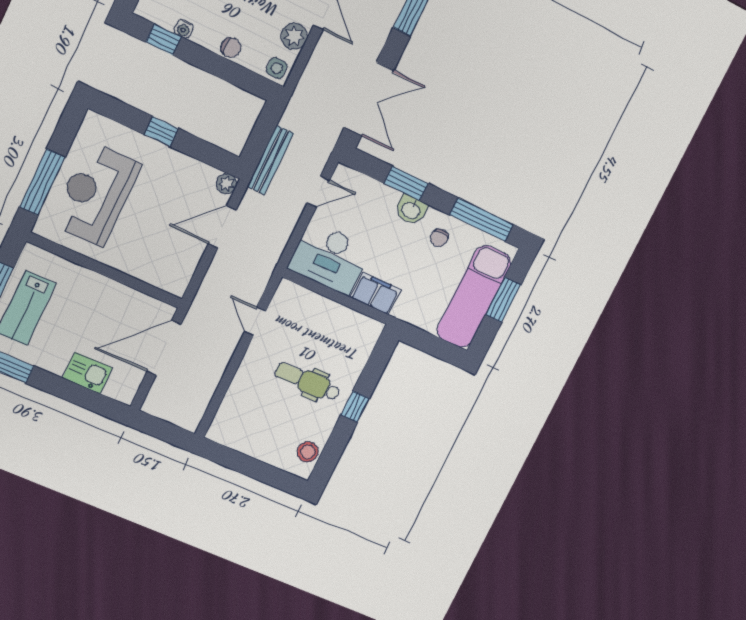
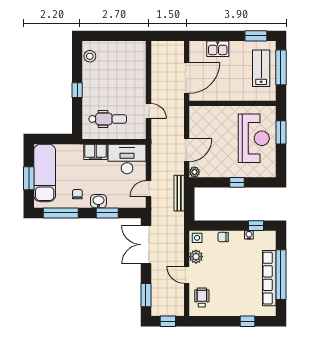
window: (42, 182) -> (281, 132), width x0.69
dental chair: (308, 382) -> (108, 119), moved

